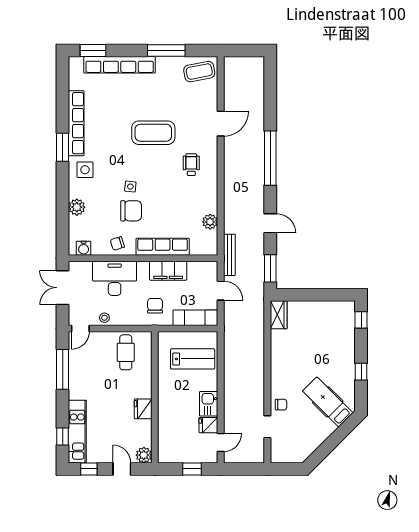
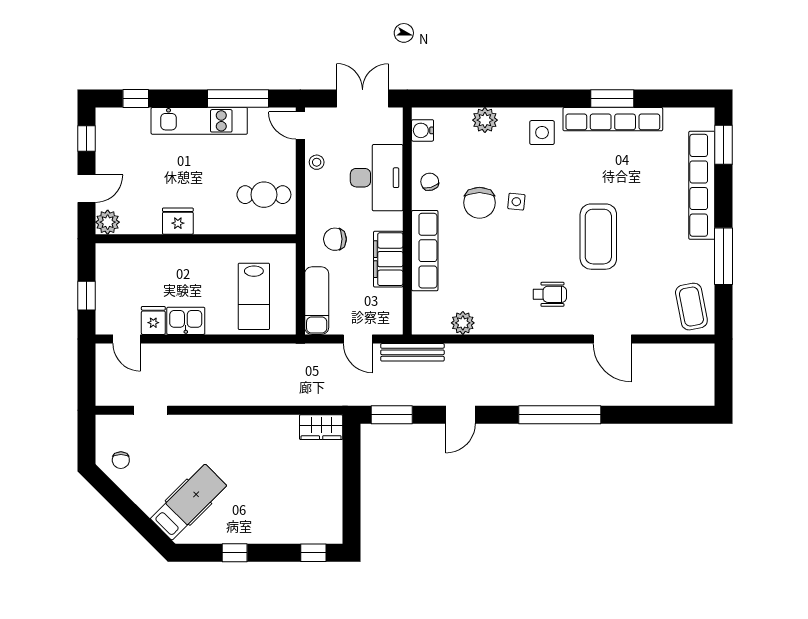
window: (63, 147) -> (612, 98), moved
door: (221, 291) -> (358, 339), hinge flipped
chair: (155, 306) -> (335, 239), turned 180
chair: (281, 405) -> (121, 460), moved
kitchen unit: (77, 432) -> (199, 121), moved

